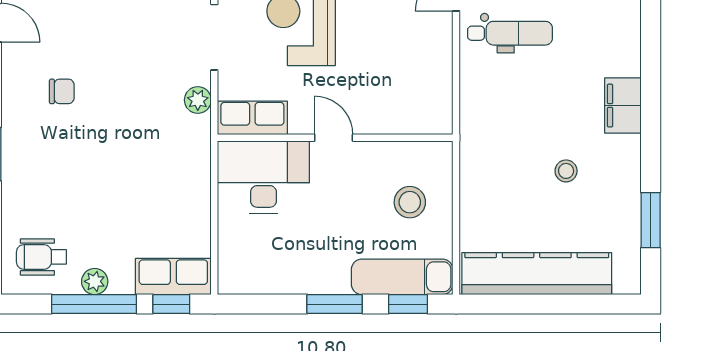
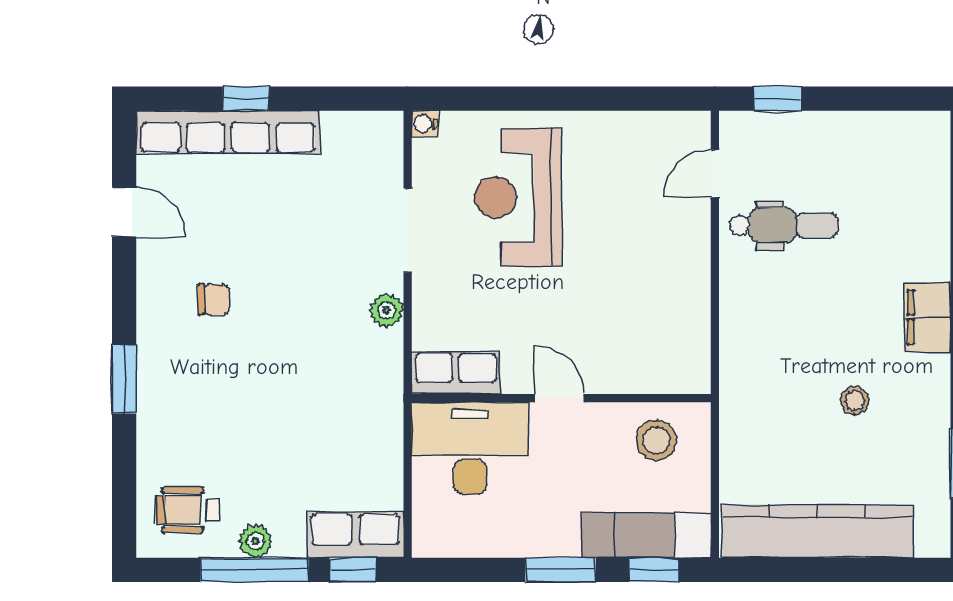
row of seats: (252, 118) -> (456, 373), moved
door: (334, 138) -> (559, 398), moved
wall: (335, 138) -> (561, 398), moved
desk: (263, 177) -> (470, 448), moved

